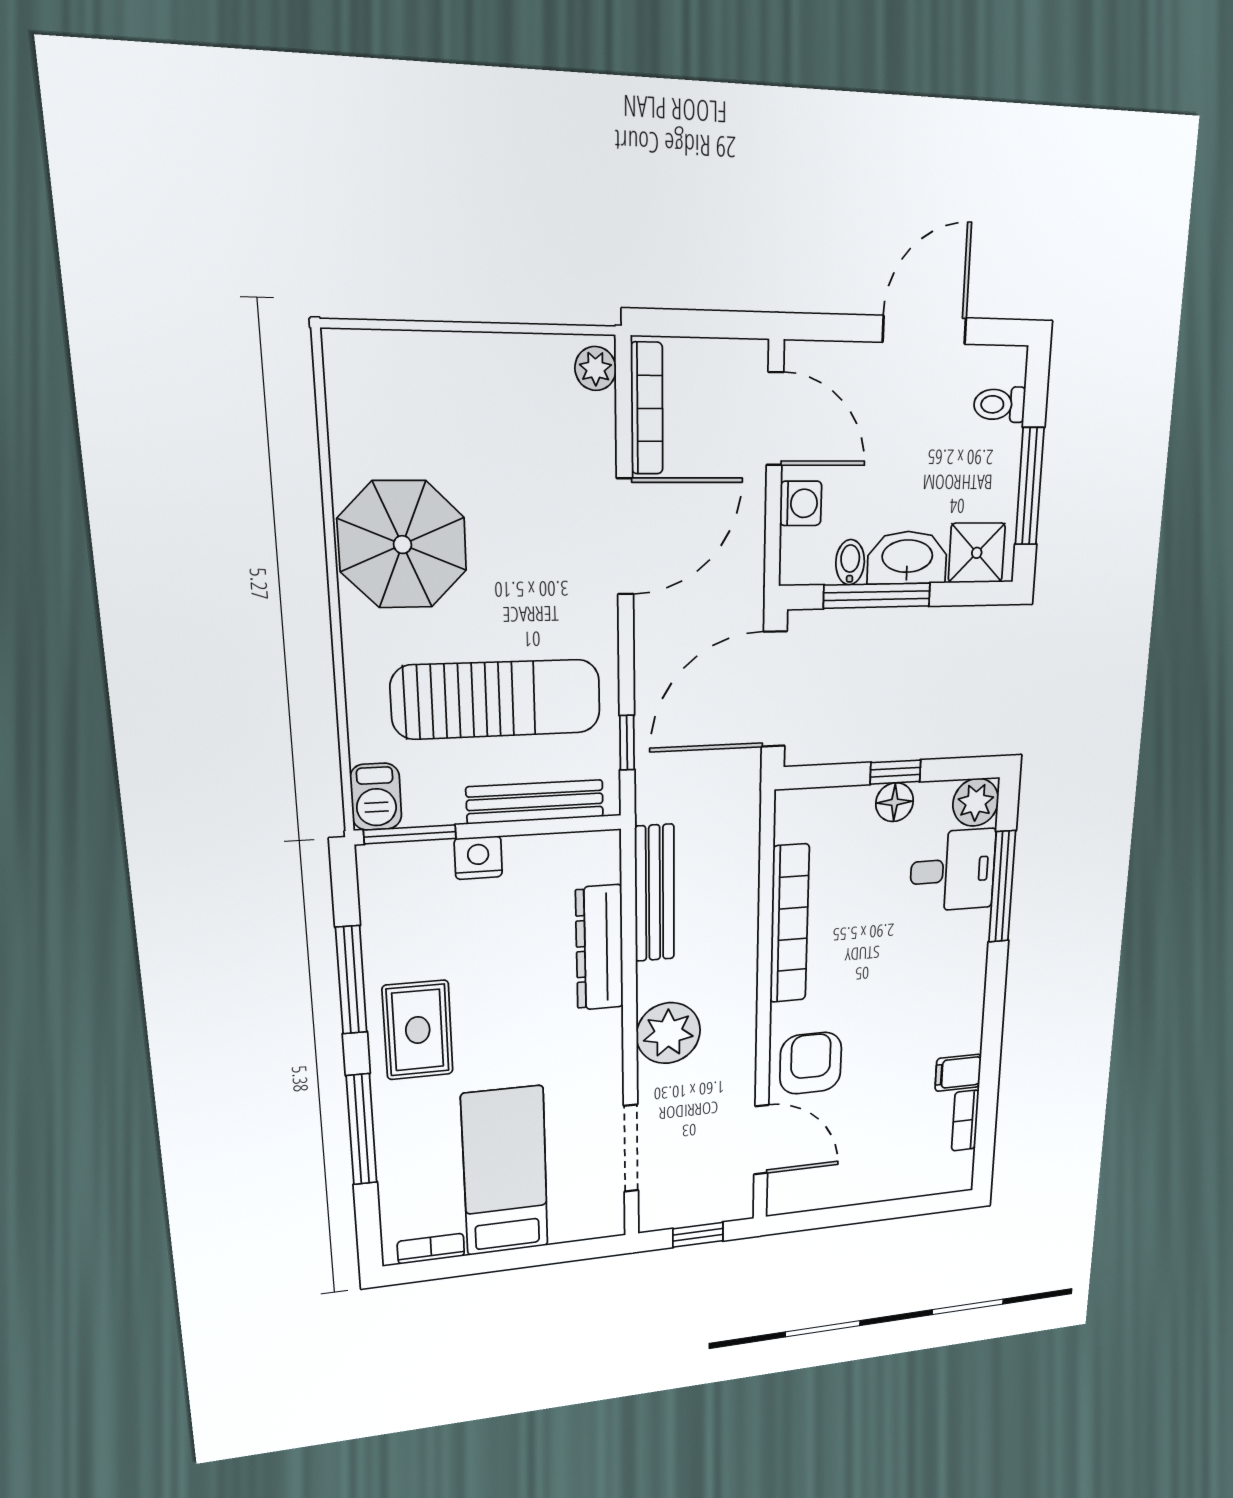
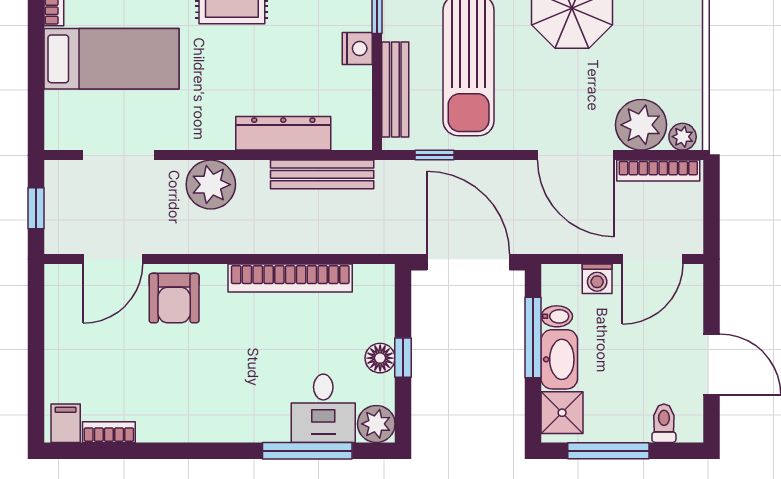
plant: (579, 435) -> (641, 125), added
armchair: (811, 1063) -> (174, 298), turned 90
filing cabinet: (958, 1073) -> (66, 423), moved

